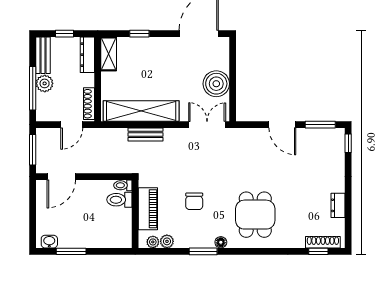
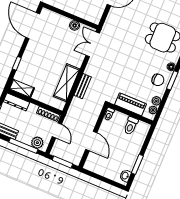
plant: (45, 83) -> (37, 143), moved
boiler: (216, 84) -> (75, 25), width x0.54, depth x0.54
shelving: (141, 111) -> (67, 83), width x0.68
door: (61, 177) -> (91, 141), moved
toilet: (119, 200) -> (131, 126), moved
chair: (194, 201) -> (158, 80), moved

